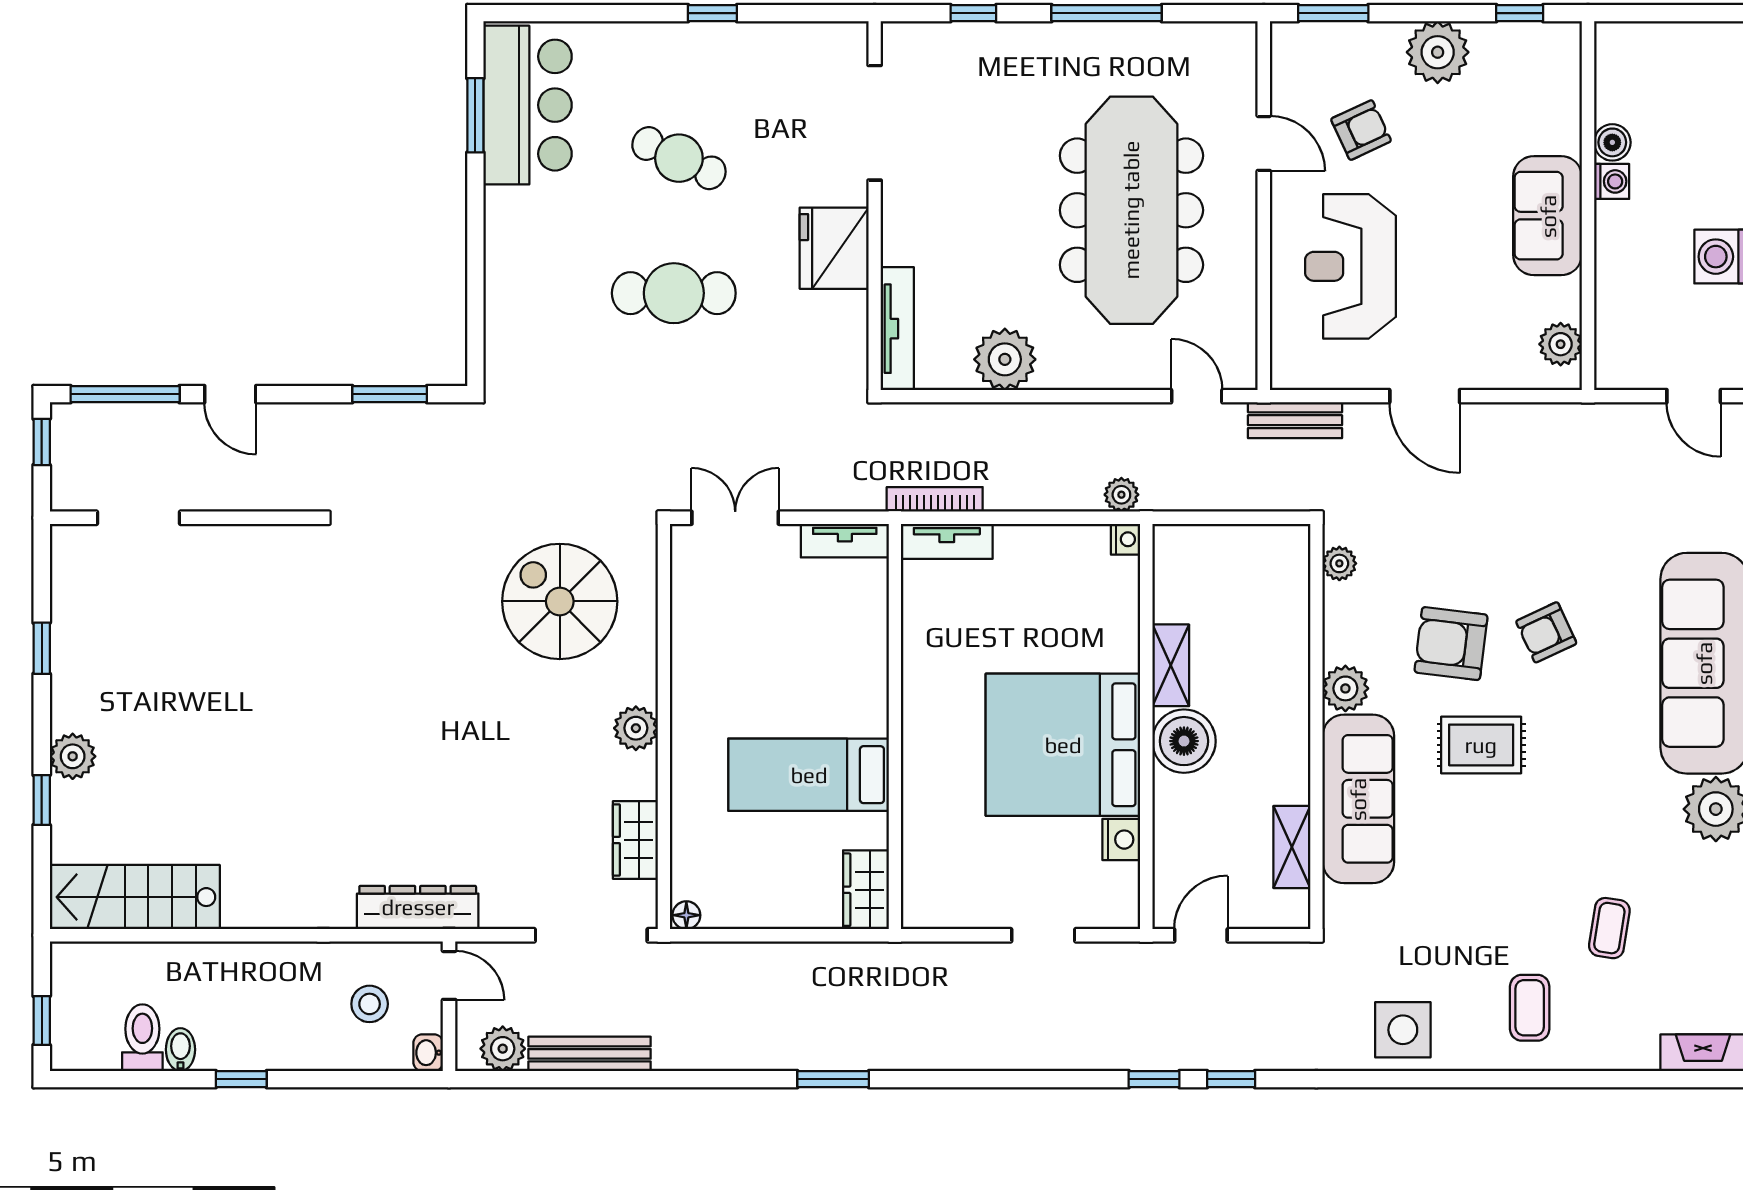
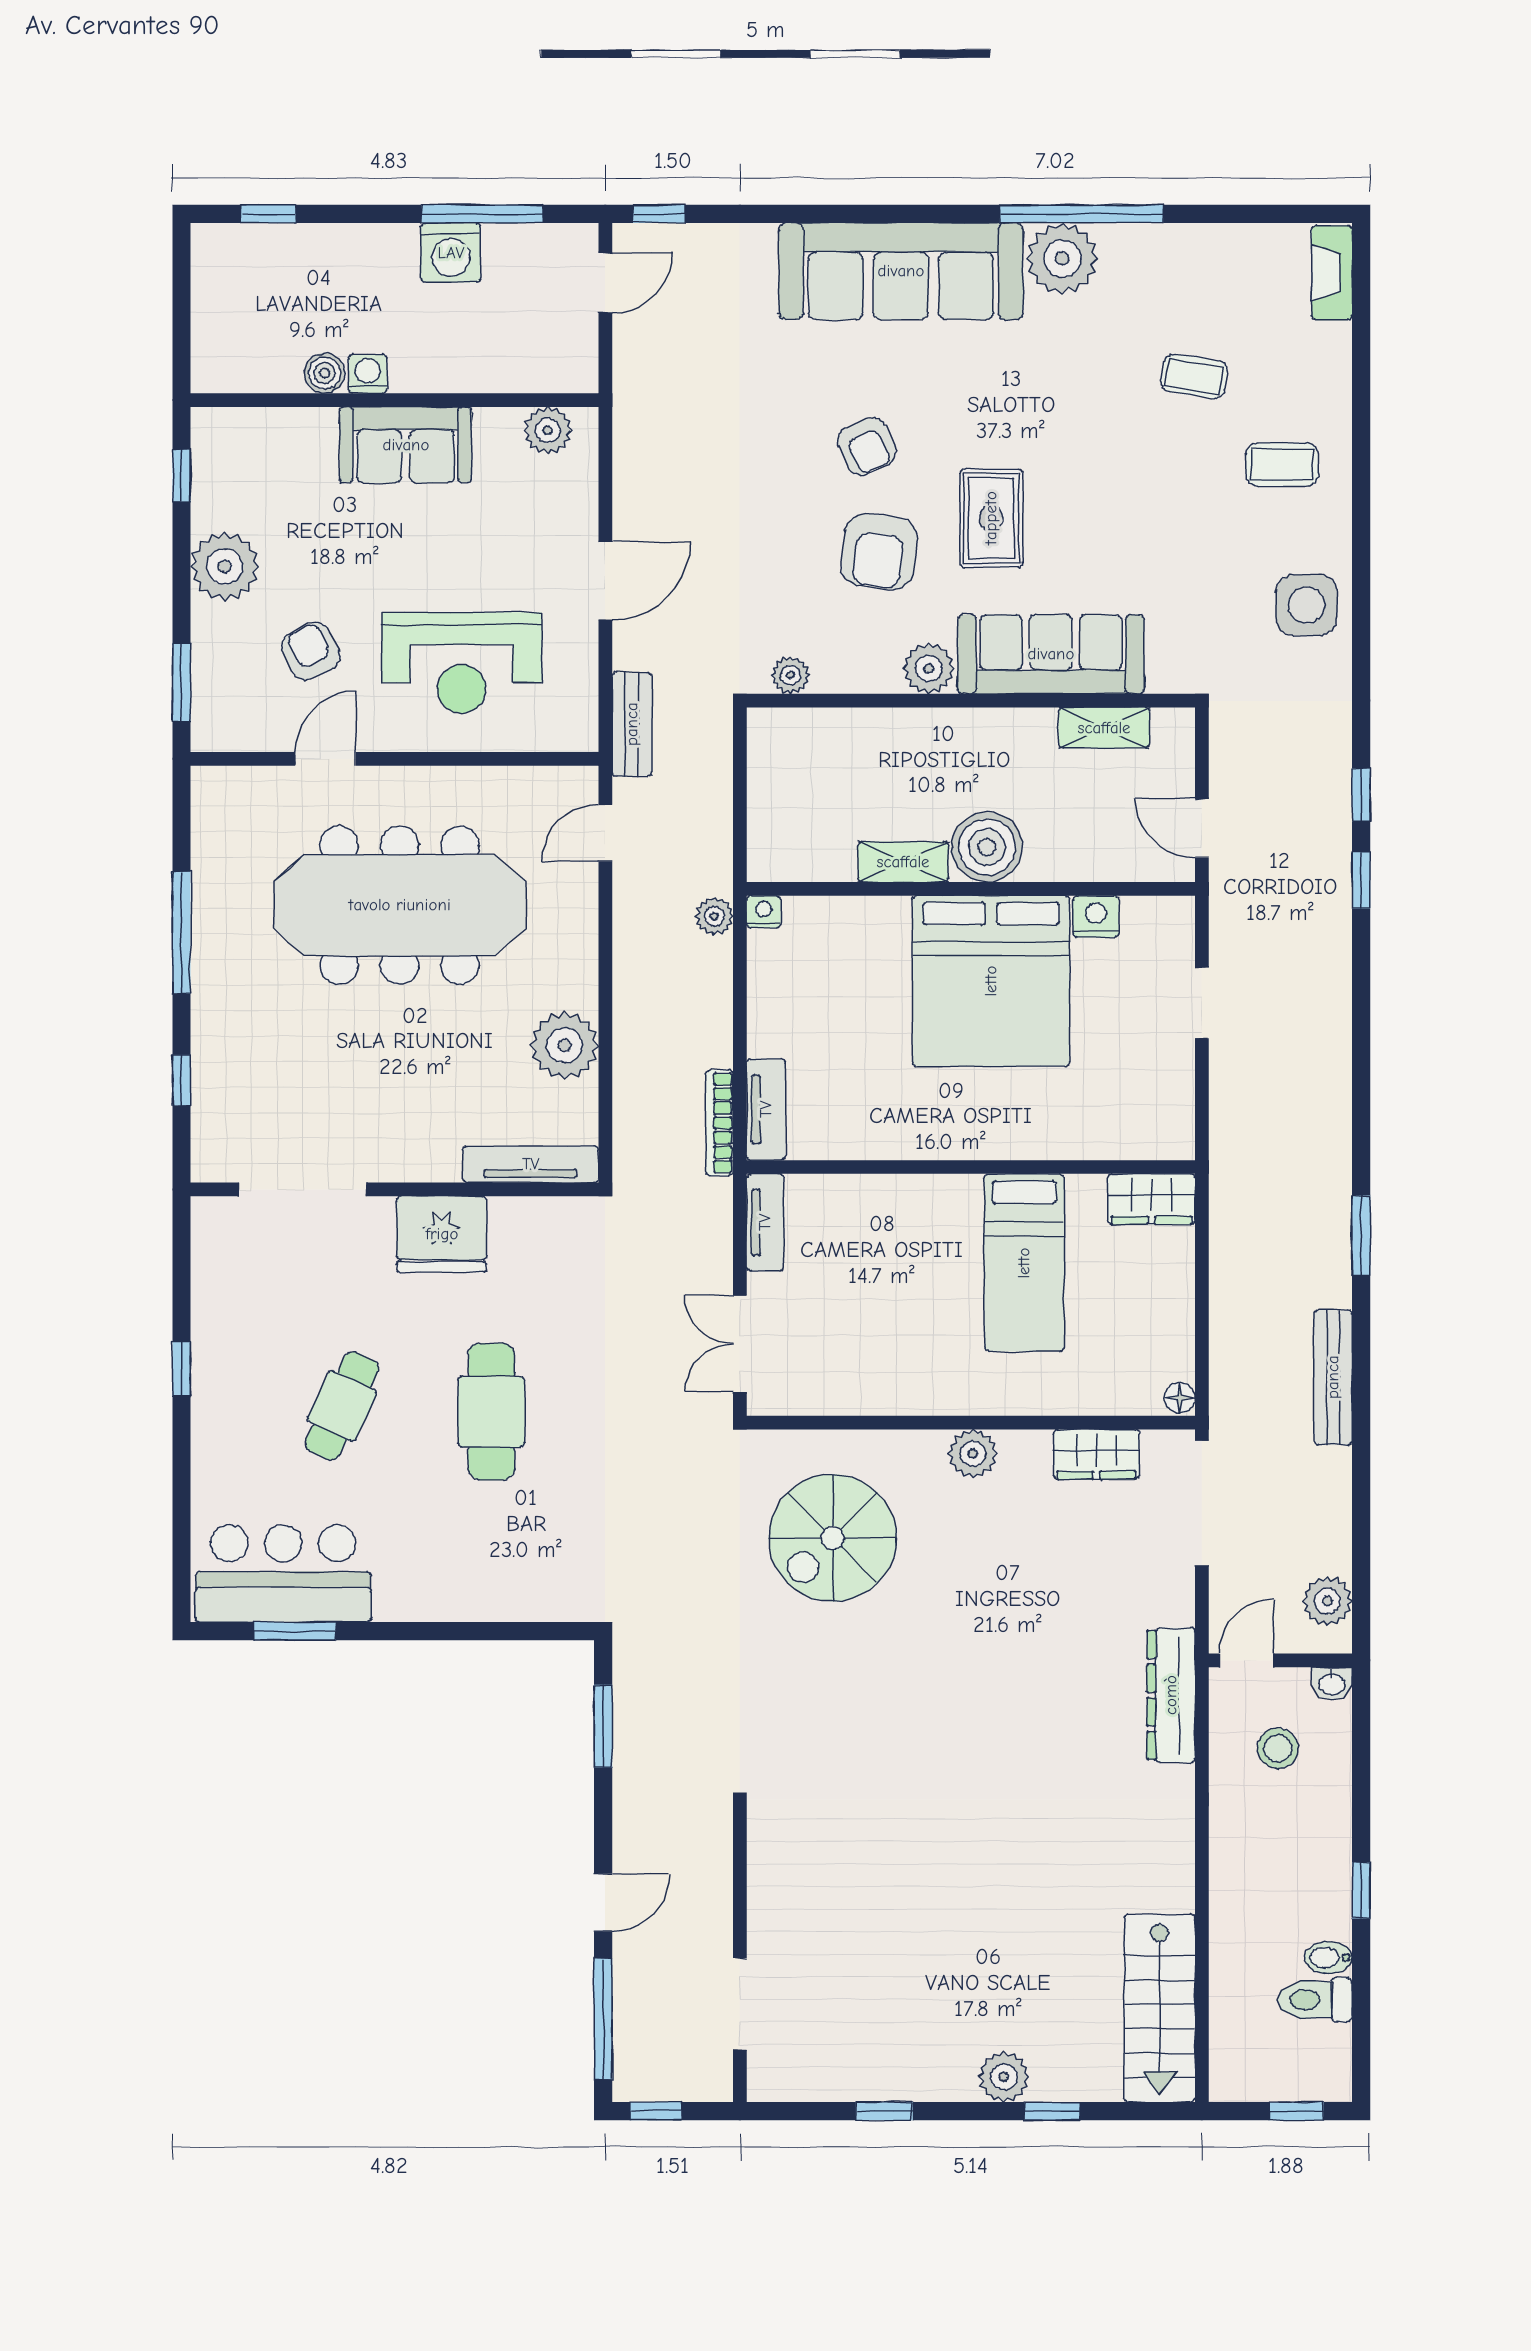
bench: (589, 1054) -> (1333, 1377), moved

